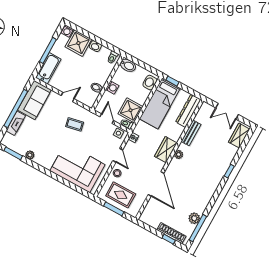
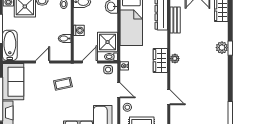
door: (107, 119) -> (90, 62), hinge flipped
bench: (191, 133) -> (175, 20), moved
door: (156, 184) -> (169, 97), width x0.53
plant: (194, 218) -> (222, 48), moved

